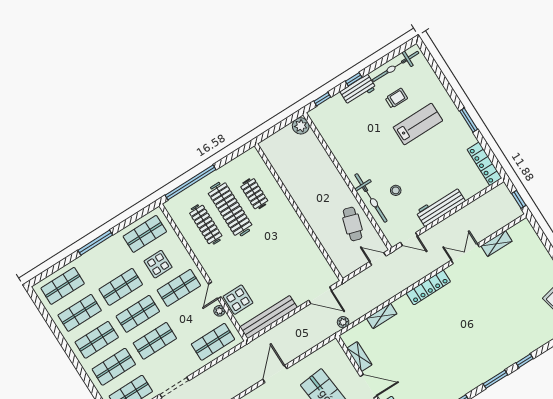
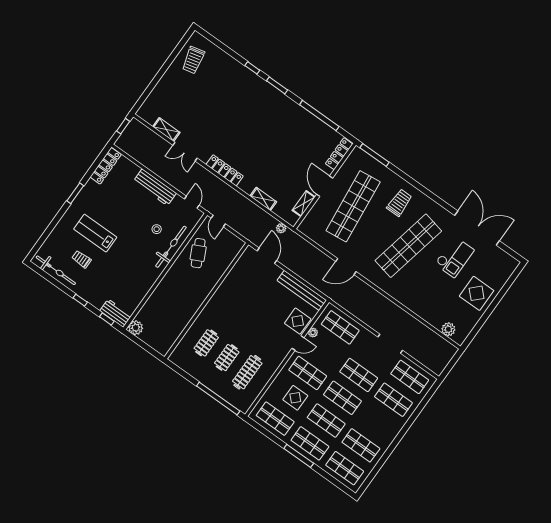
workbench: (358, 90) -> (116, 313), moved
clothes rail: (230, 209) -> (227, 358), width x0.54, depth x0.76
cafe table: (353, 224) -> (198, 253), turned -43
shop shelf: (97, 340) -> (310, 443), moved

